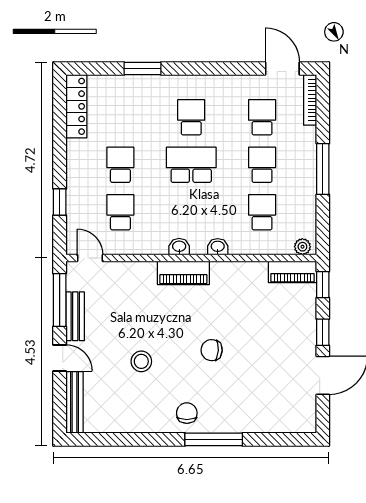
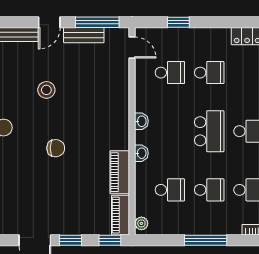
door: (90, 258) -> (132, 47), hinge flipped
piano: (183, 273) -> (120, 172), moved
chair: (212, 350) -> (56, 148), turned 87

